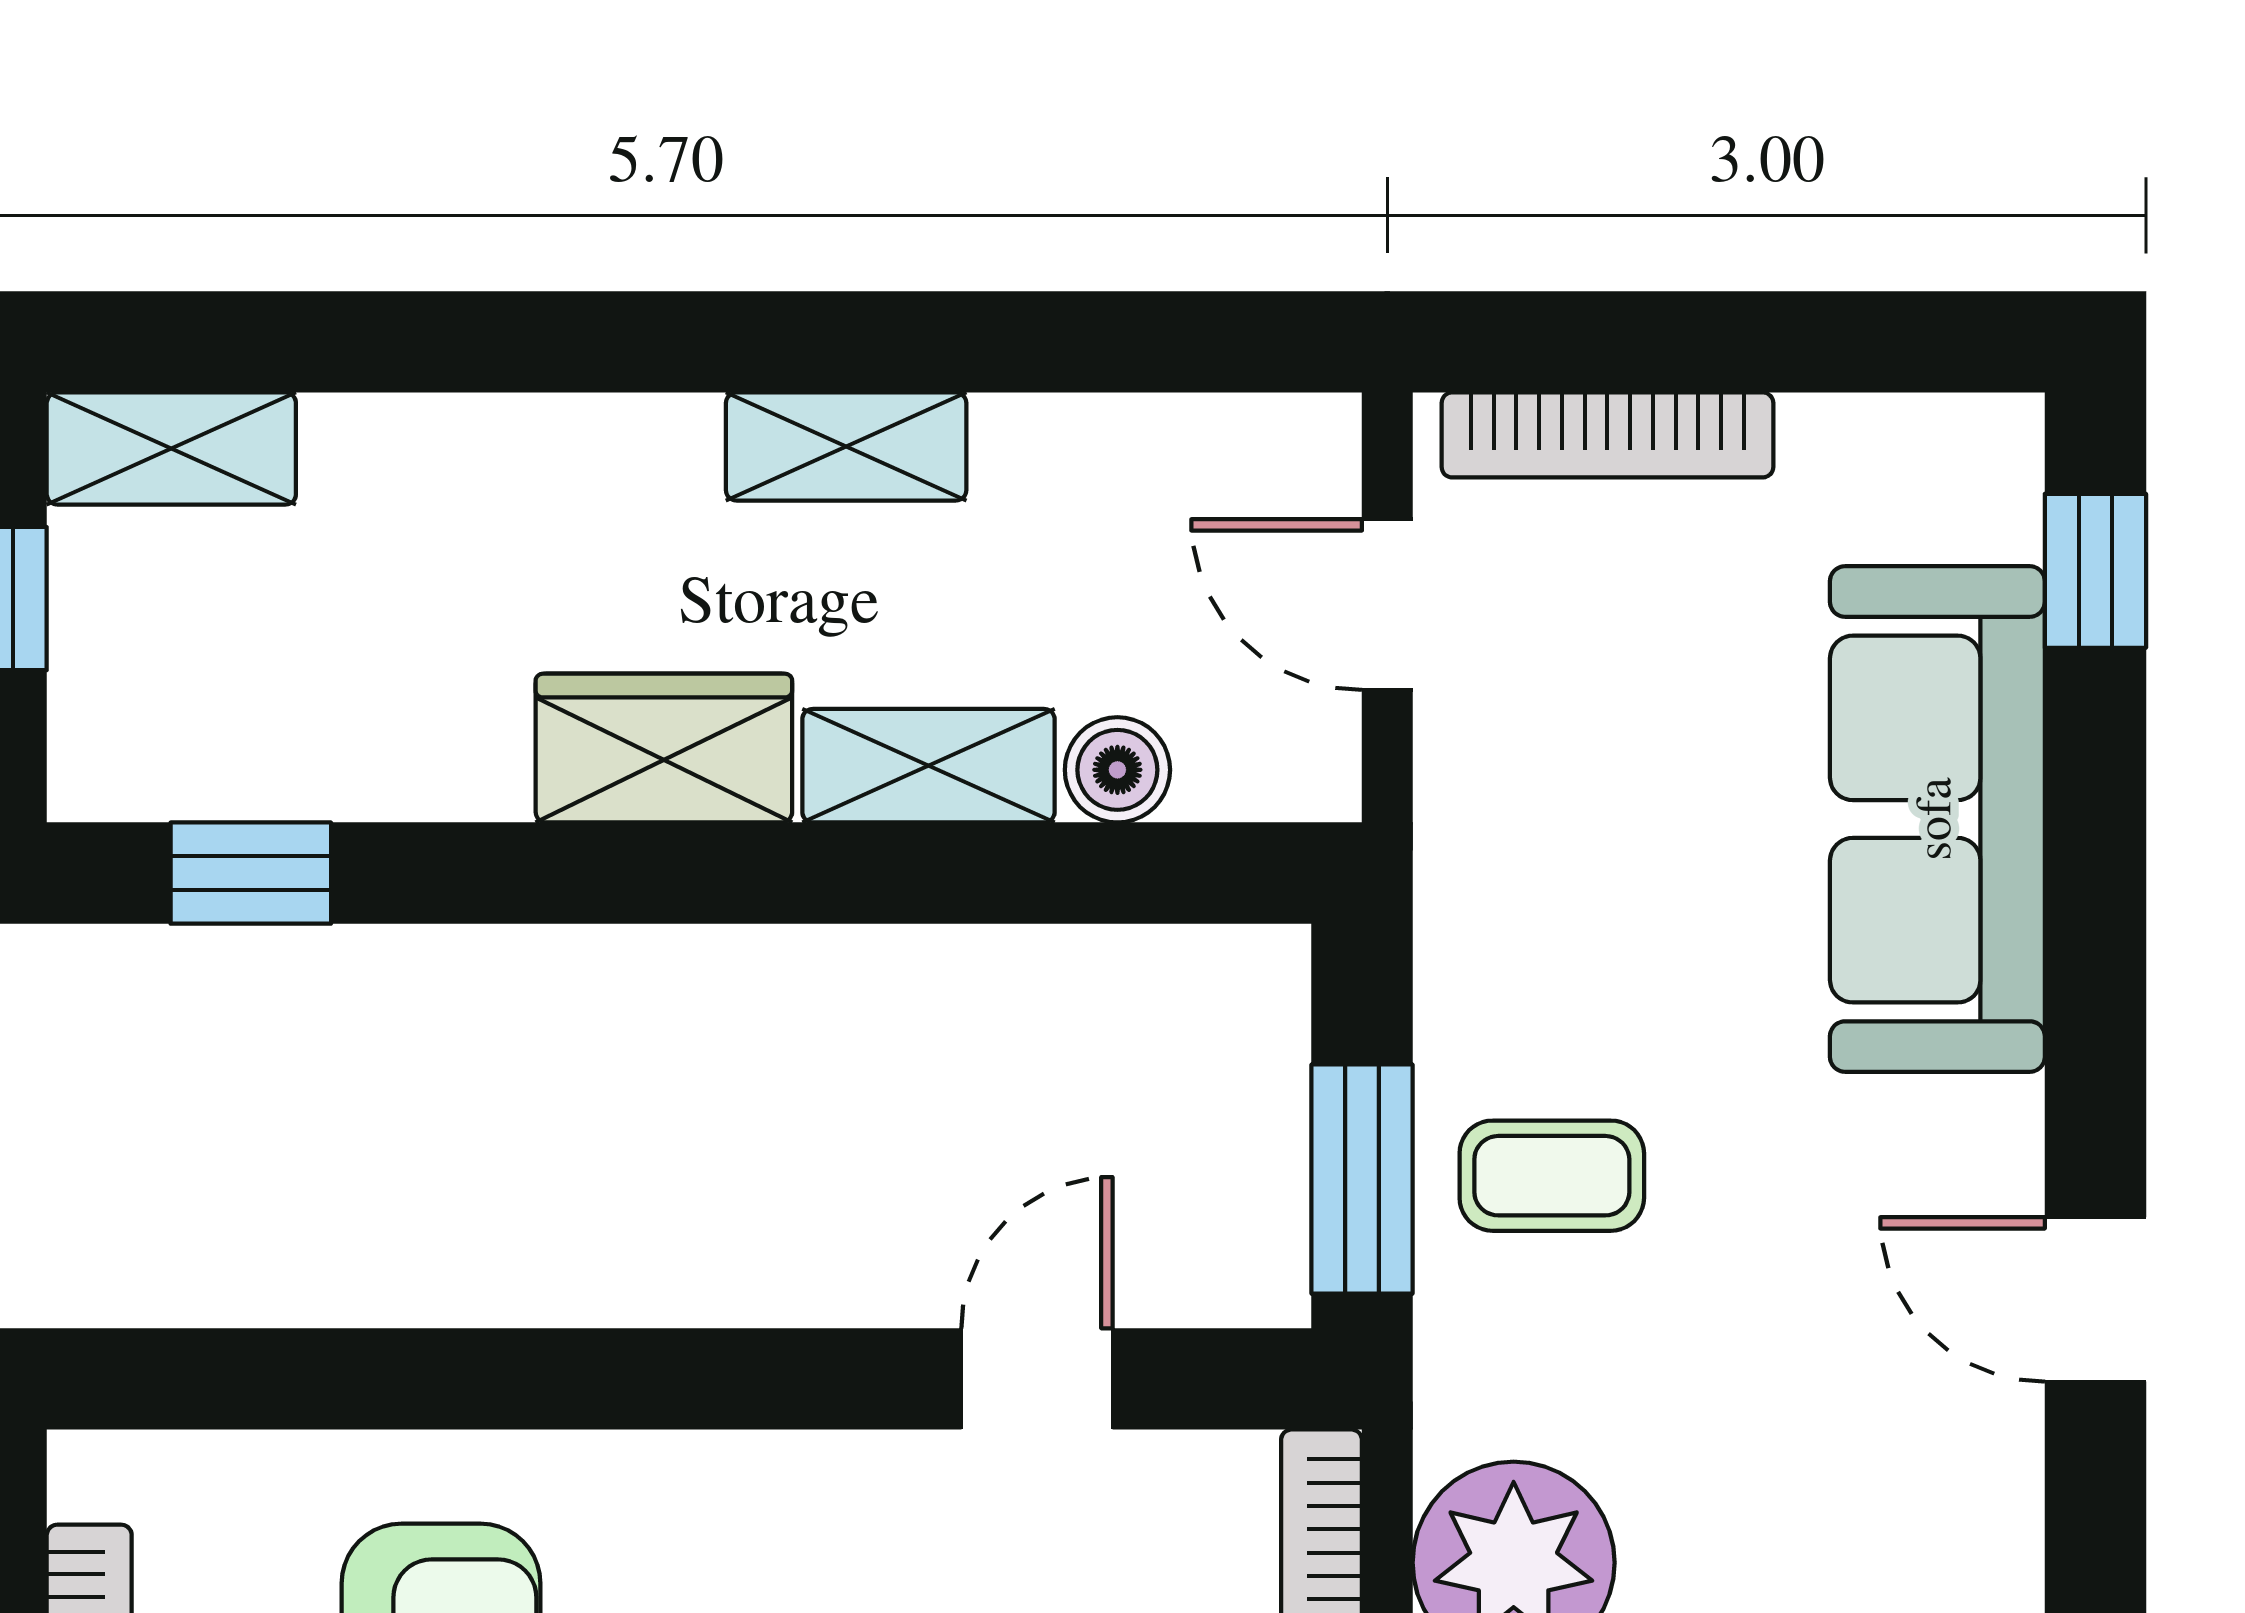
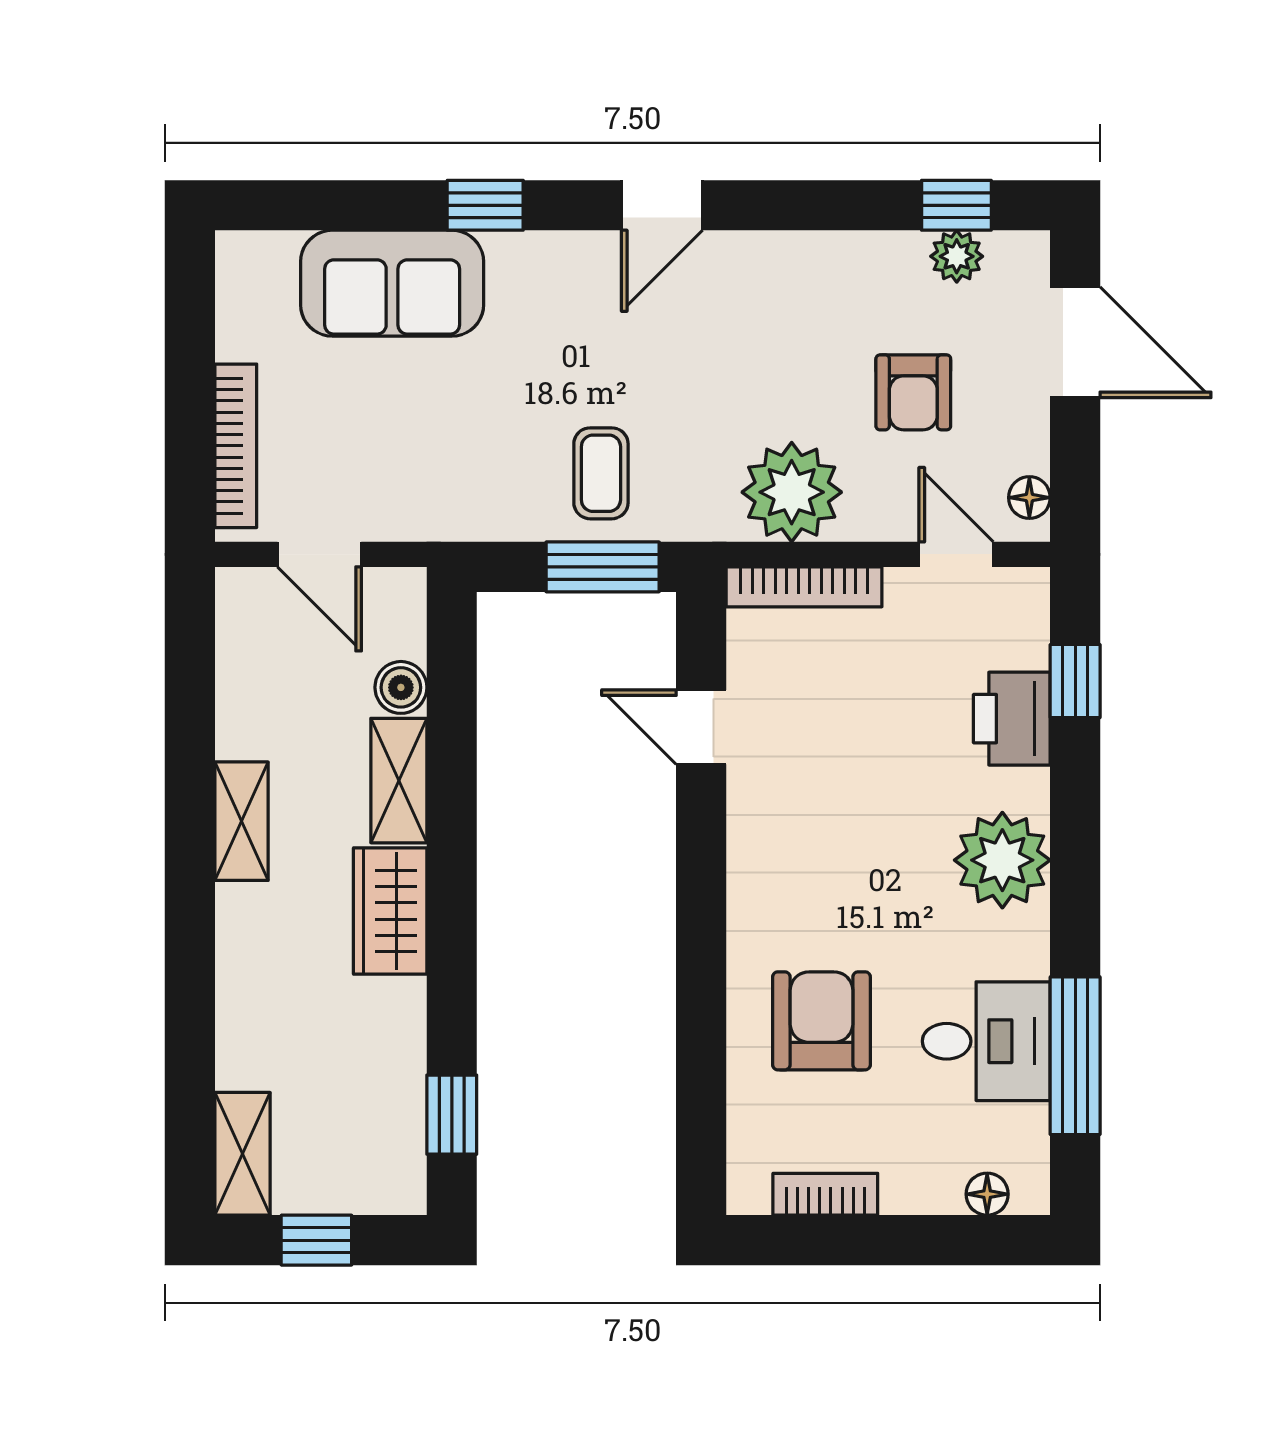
window: (2095, 571) -> (485, 205), moved
door: (1387, 605) -> (319, 554), hinge flipped
sofa: (1937, 819) -> (392, 283), width x0.73

